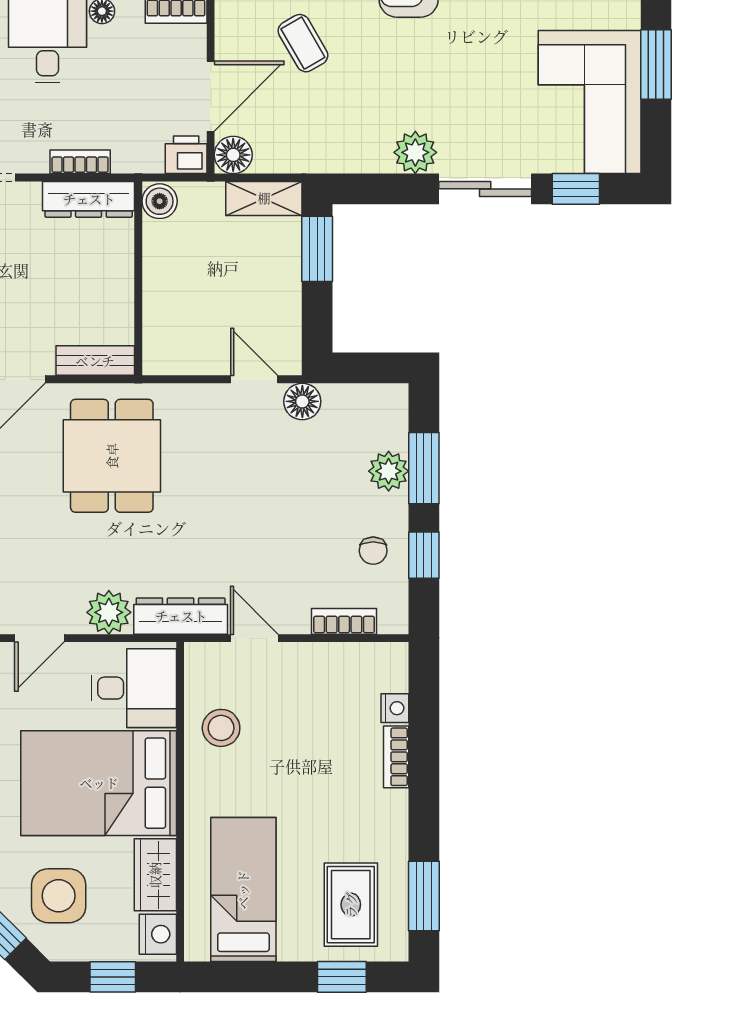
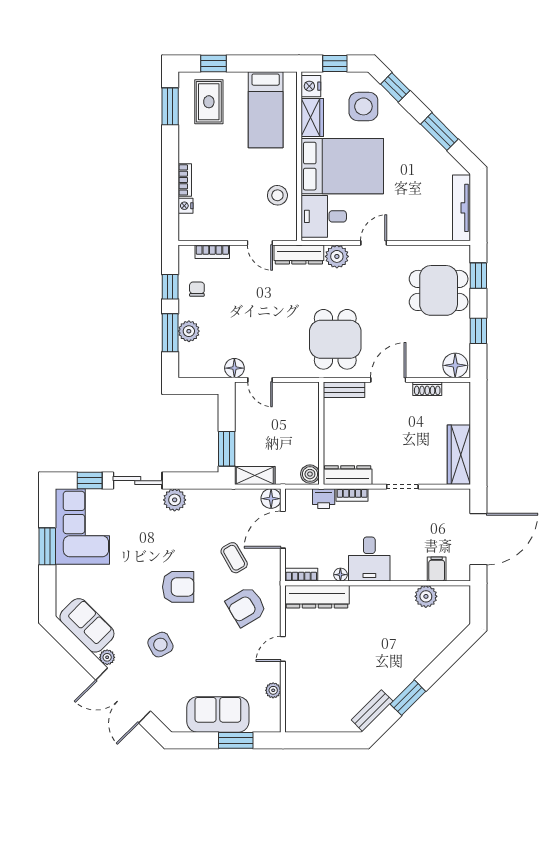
printer: (186, 155) -> (324, 499), moved

